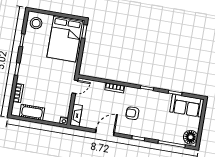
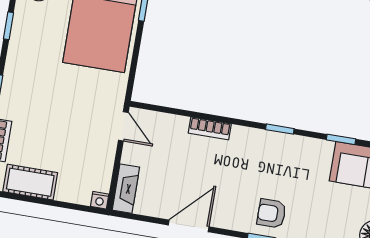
door: (75, 87) -> (123, 126), hinge flipped
armchair: (132, 113) -> (271, 213), moved

